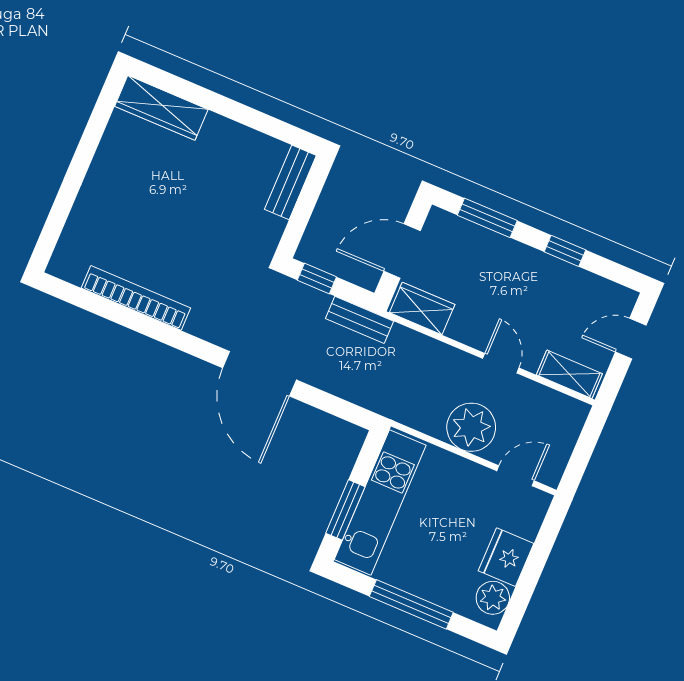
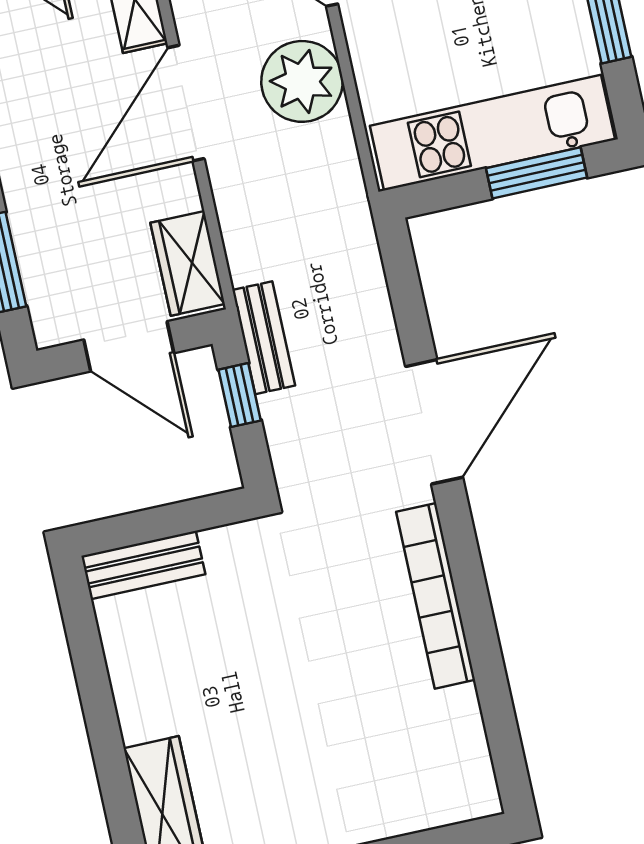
window: (317, 278) -> (240, 395), moved
bookcase: (136, 298) -> (436, 596), moved
door: (501, 363) -> (186, 103), width x1.87

